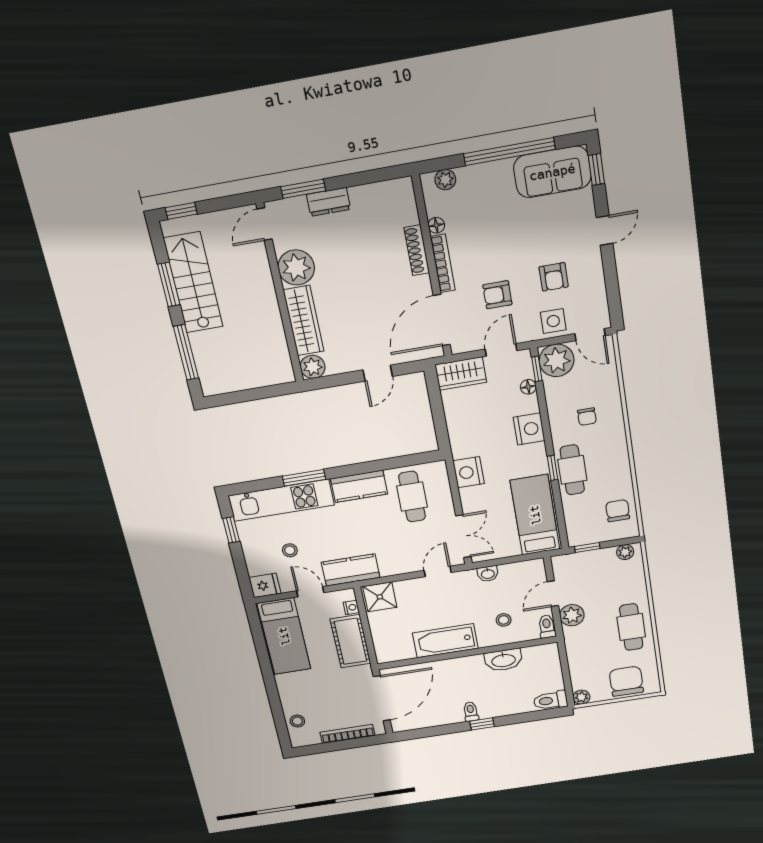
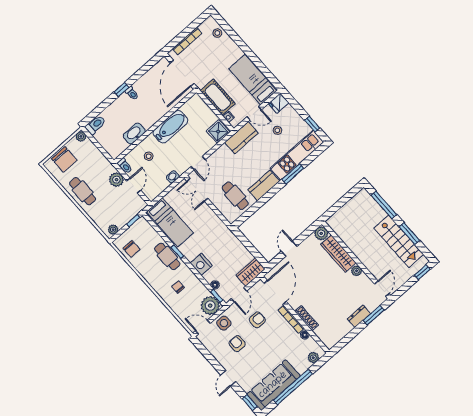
sofa: (552, 172) -> (273, 385), width x1.36
plant: (296, 267) -> (356, 271), width x0.53, depth x0.53
nightstand: (469, 472) -> (216, 225), removed

